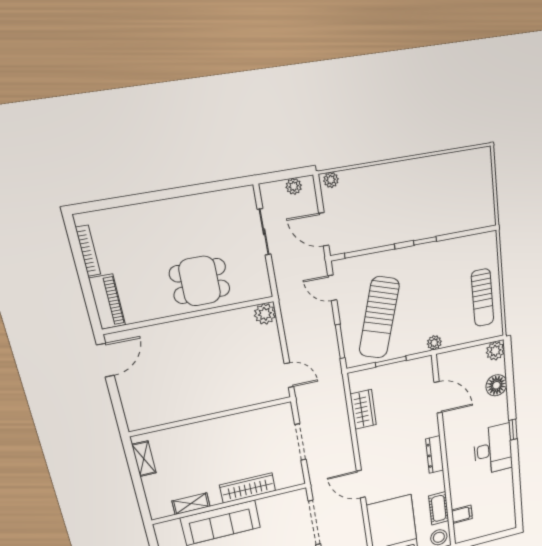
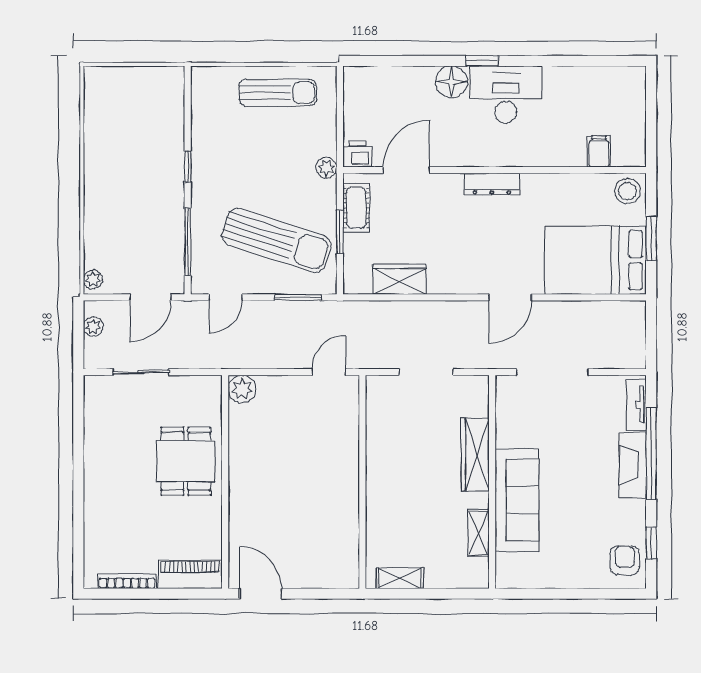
plant: (495, 351) -> (357, 80), removed
printer: (446, 362) -> (357, 154), added
floor lamp: (496, 385) -> (451, 82), moved
cot: (439, 508) -> (356, 208), moved, turned 90

